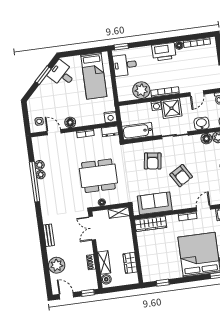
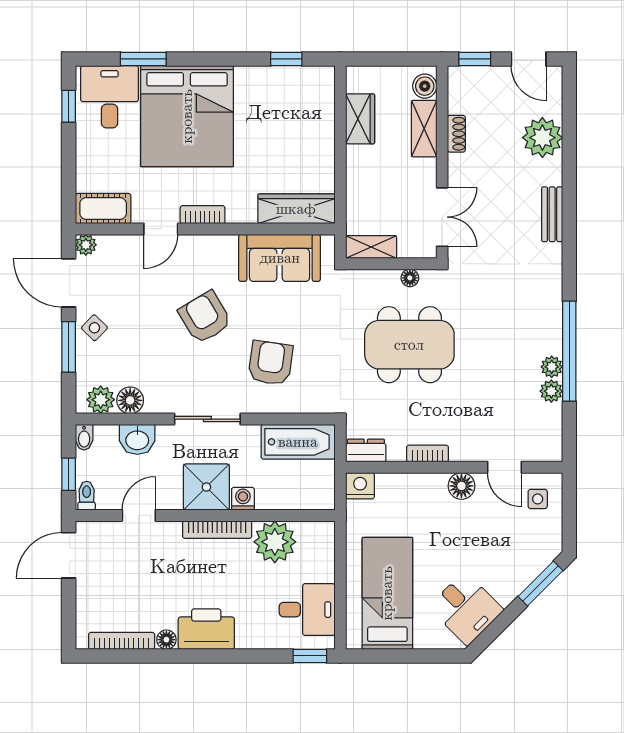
window: (43, 75) -> (540, 584), moved

